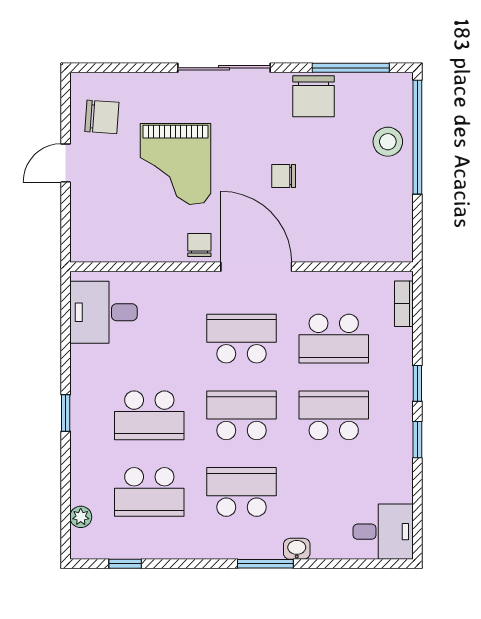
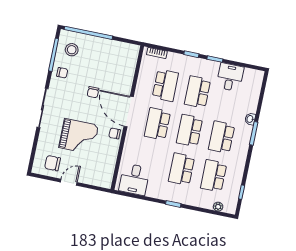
chair: (314, 96) -> (62, 73), width x0.54, depth x0.54
chair: (102, 117) -> (53, 163), turned -94
stool: (388, 142) -> (72, 50), moved
door: (66, 163) -> (69, 182), swing flipped
door: (256, 267) -> (129, 111), hinge flipped
school desk: (149, 415) -> (182, 169), turned 180
school desk: (149, 492) -> (214, 176), turned 180
desk: (383, 532) -> (230, 77), moved

